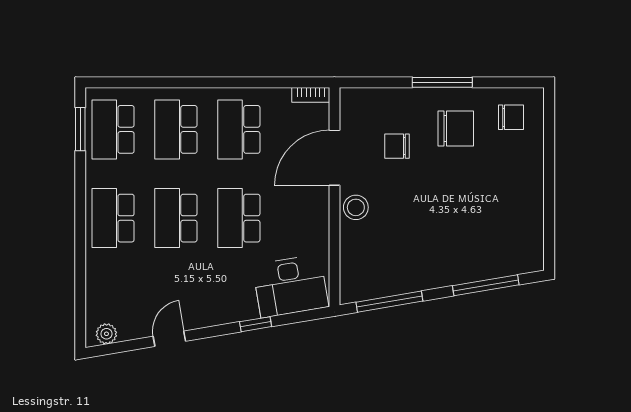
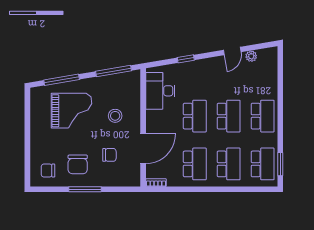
chair: (456, 128) -> (78, 164), turned -90
stool: (356, 207) -> (115, 116), moved
grand piano: (467, 228) -> (72, 111), added
desk: (290, 286) -> (160, 91), moved, turned -80
plant: (106, 334) -> (251, 56), moved

